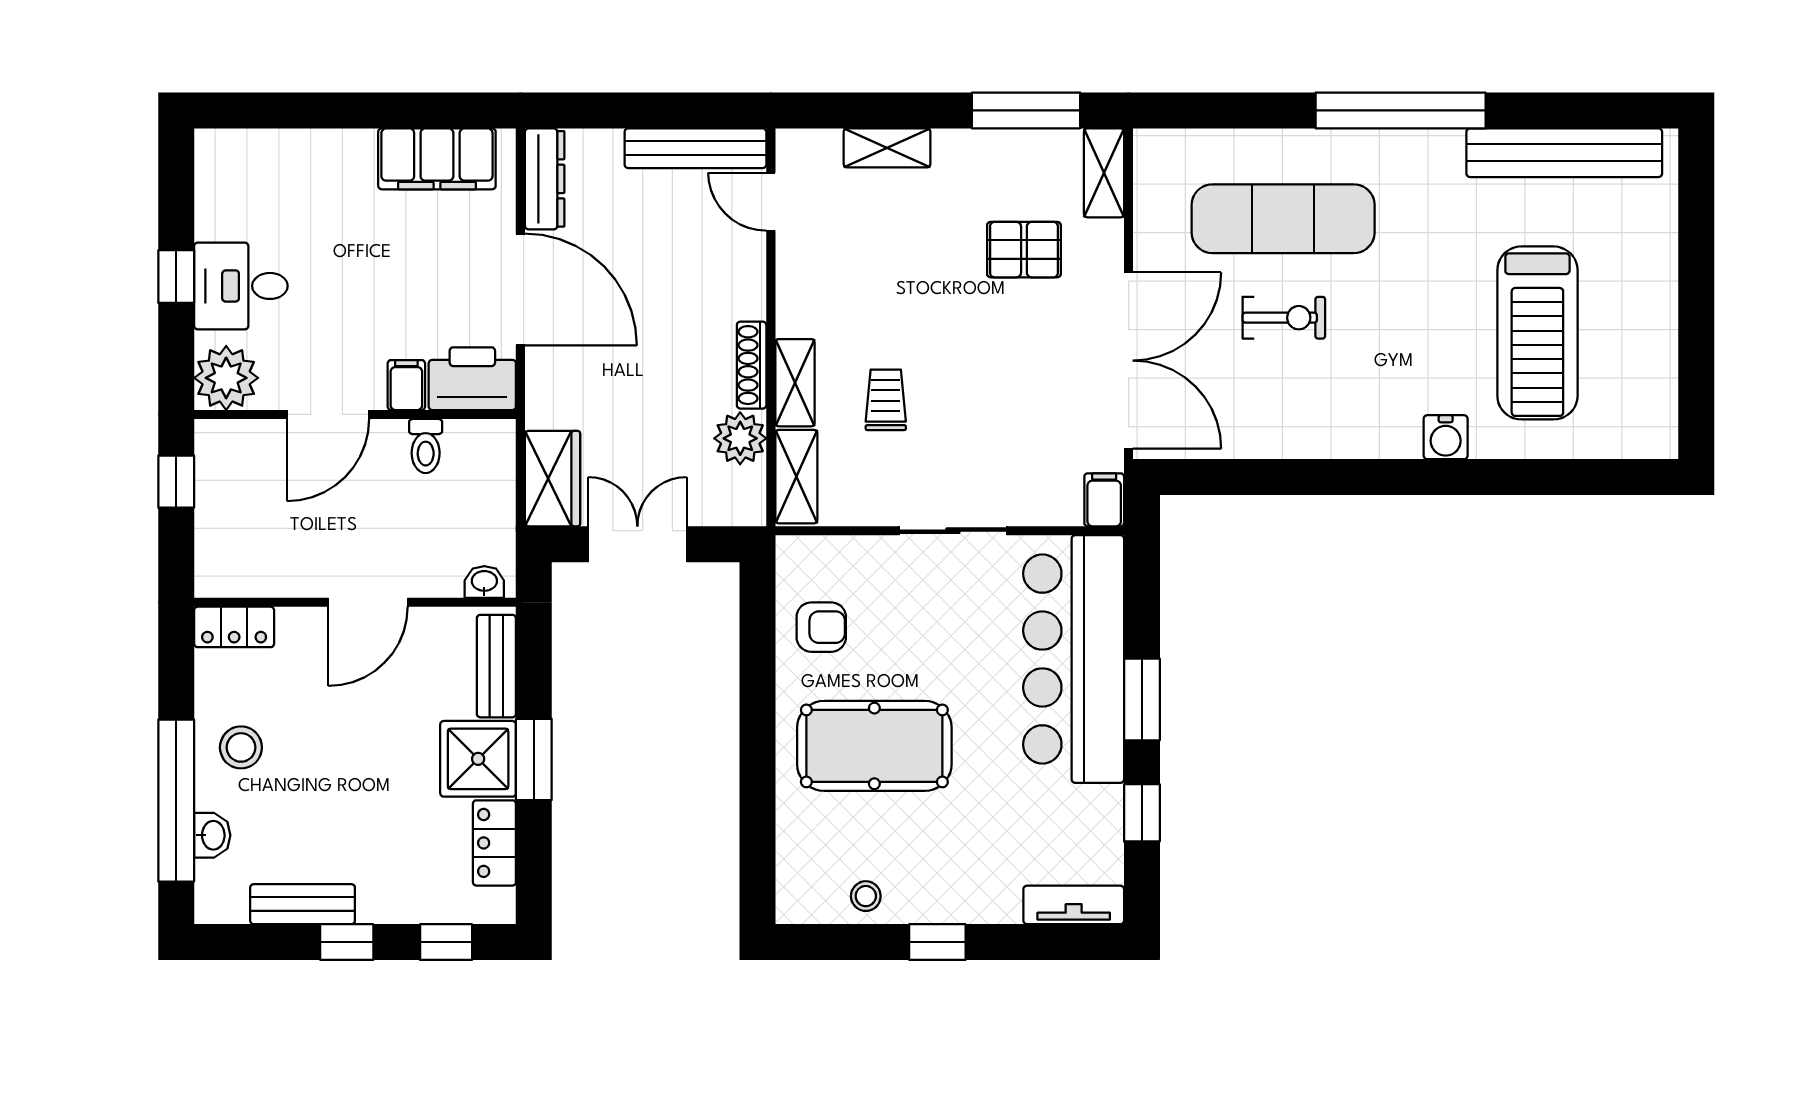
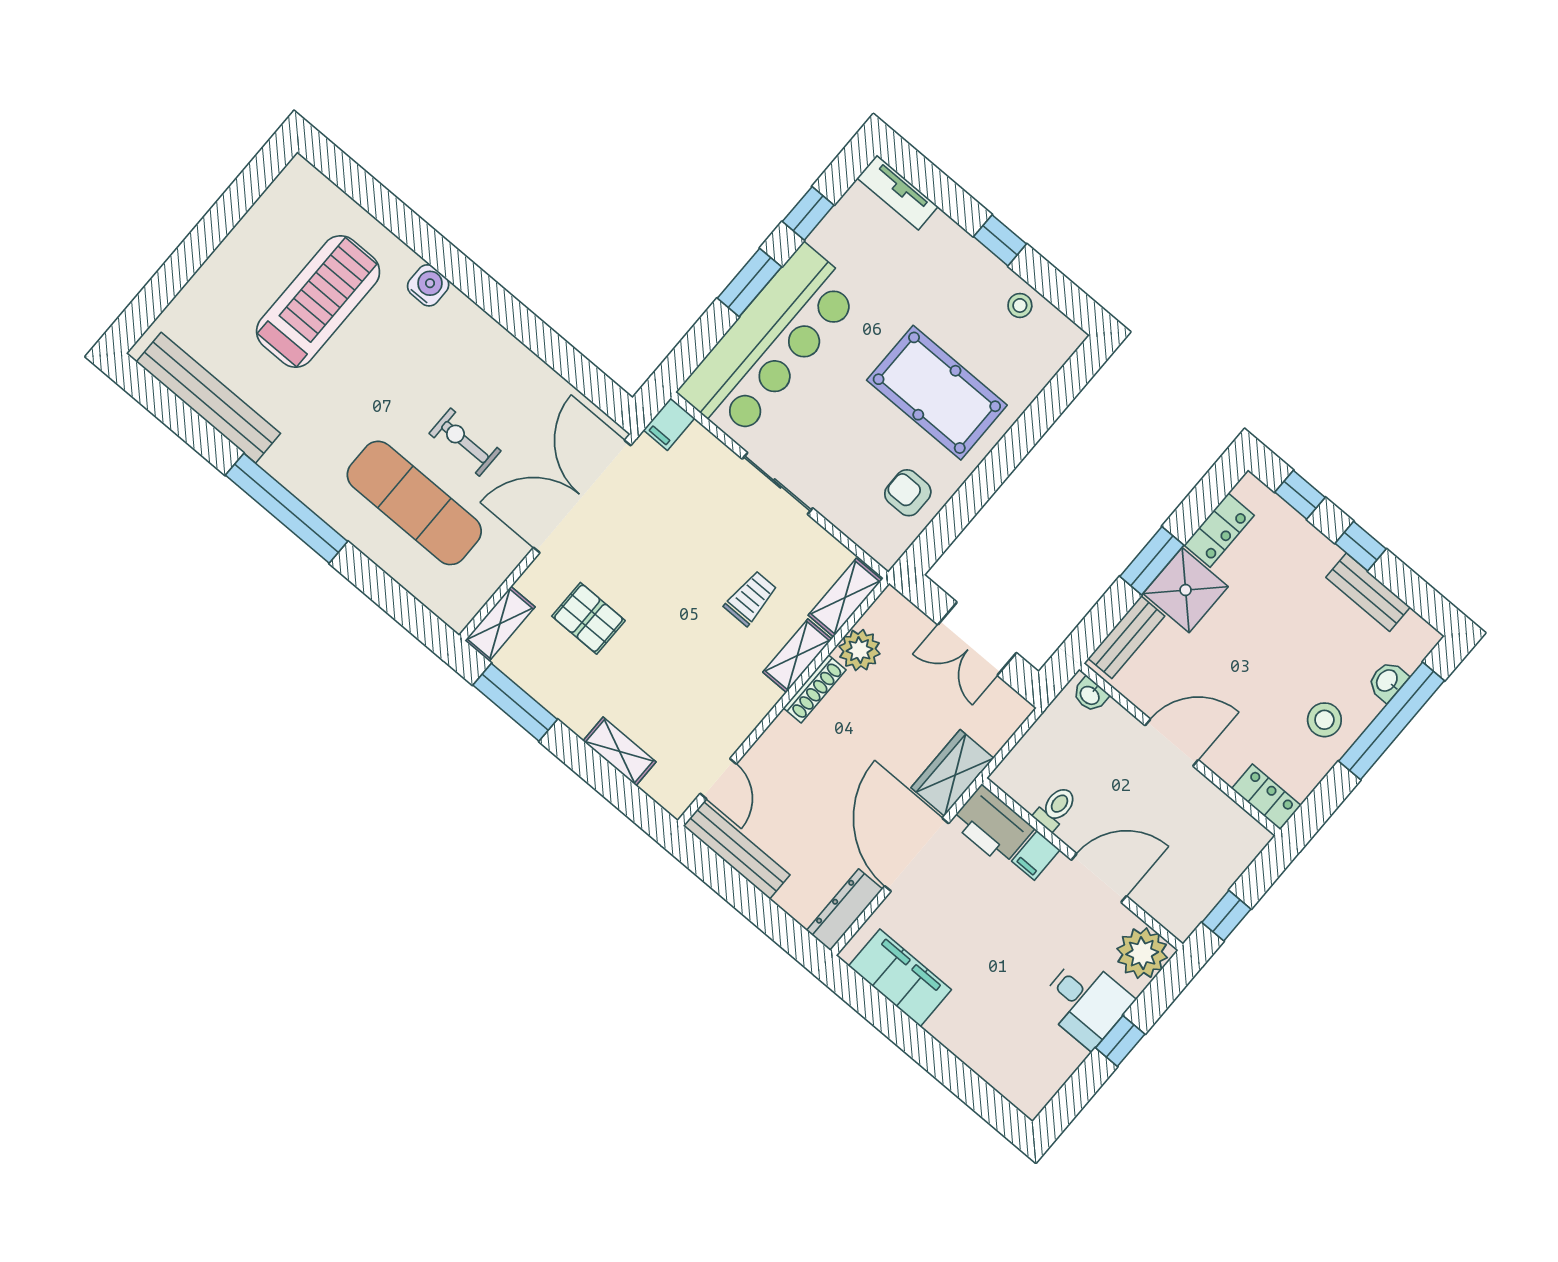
trolley: (886, 400) -> (751, 598), turned 180
wardrobe: (553, 479) -> (952, 773), moved

